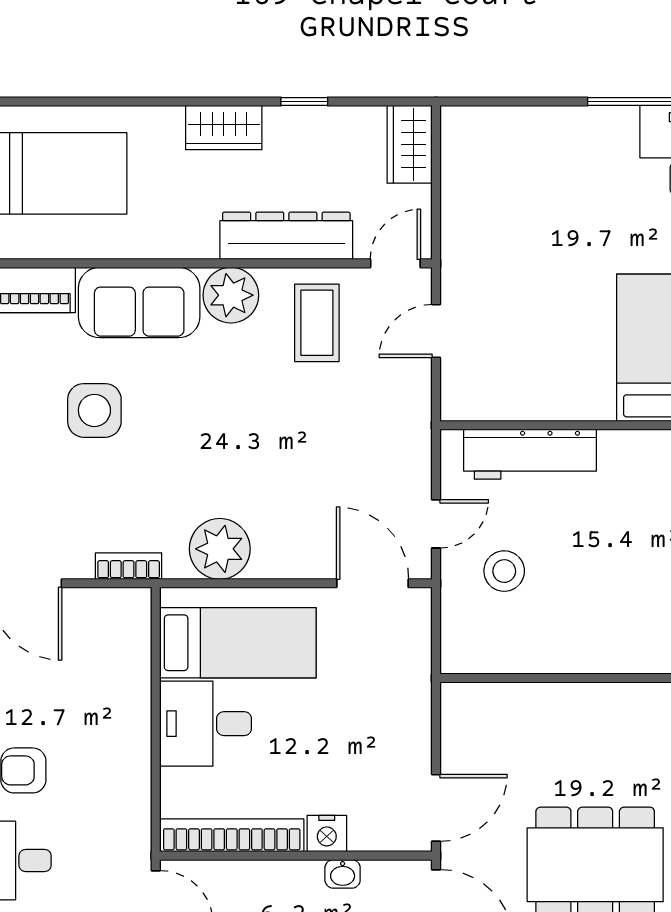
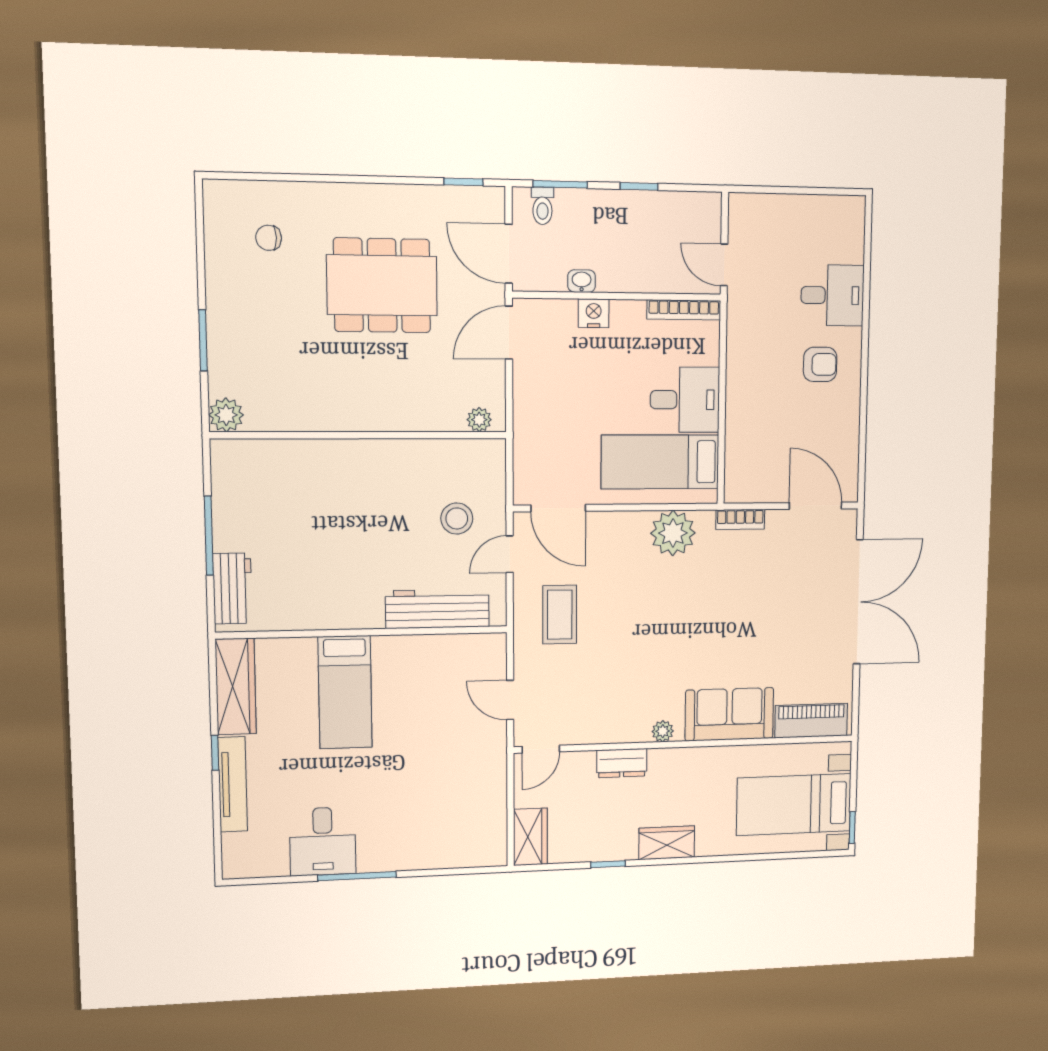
dresser: (286, 236) -> (622, 763), width x0.51, depth x0.80
plant: (231, 295) -> (663, 731), width x0.53, depth x0.53
coffee table: (317, 323) -> (560, 615), moved
door: (436, 331) -> (510, 700), swing flipped
side table: (94, 410) -> (763, 634), removed
plant: (475, 698) -> (479, 420), added
bookcase: (232, 835) -> (684, 310), width x0.68, depth x0.76

